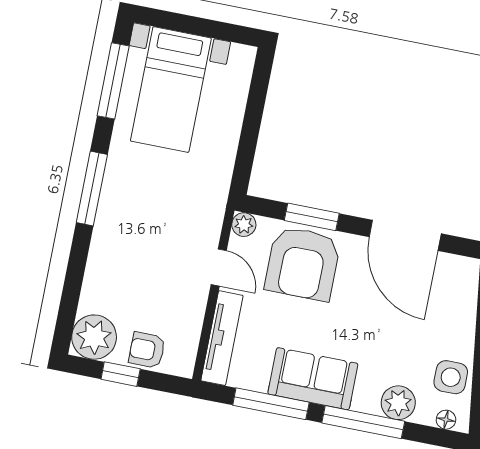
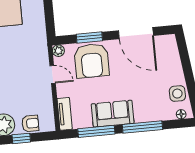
tv unit: (222, 338) -> (65, 114), width x0.71
armchair: (147, 350) -> (30, 123), turned 180
plant: (398, 403) -> (156, 113), removed

